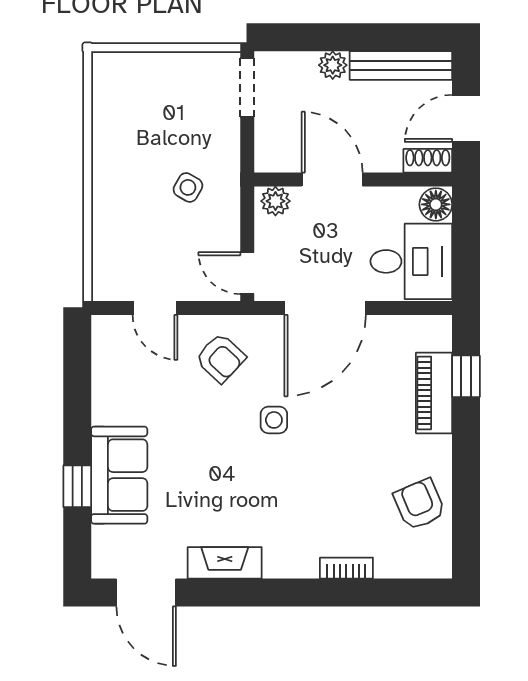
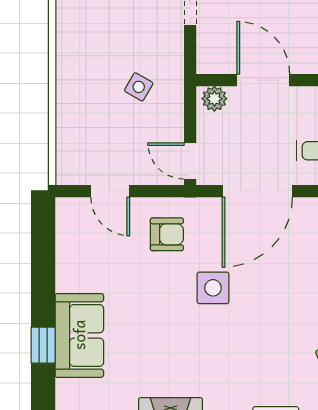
armchair: (221, 358) -> (167, 234), turned -43
side table: (274, 420) -> (213, 288), width x1.37, depth x1.37

